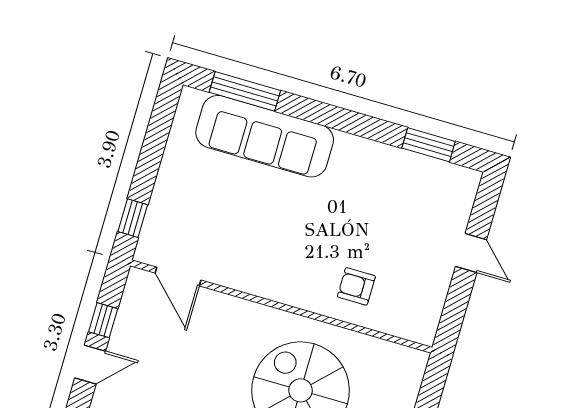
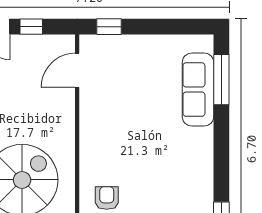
sofa: (265, 136) -> (198, 90), width x0.74, depth x0.79

